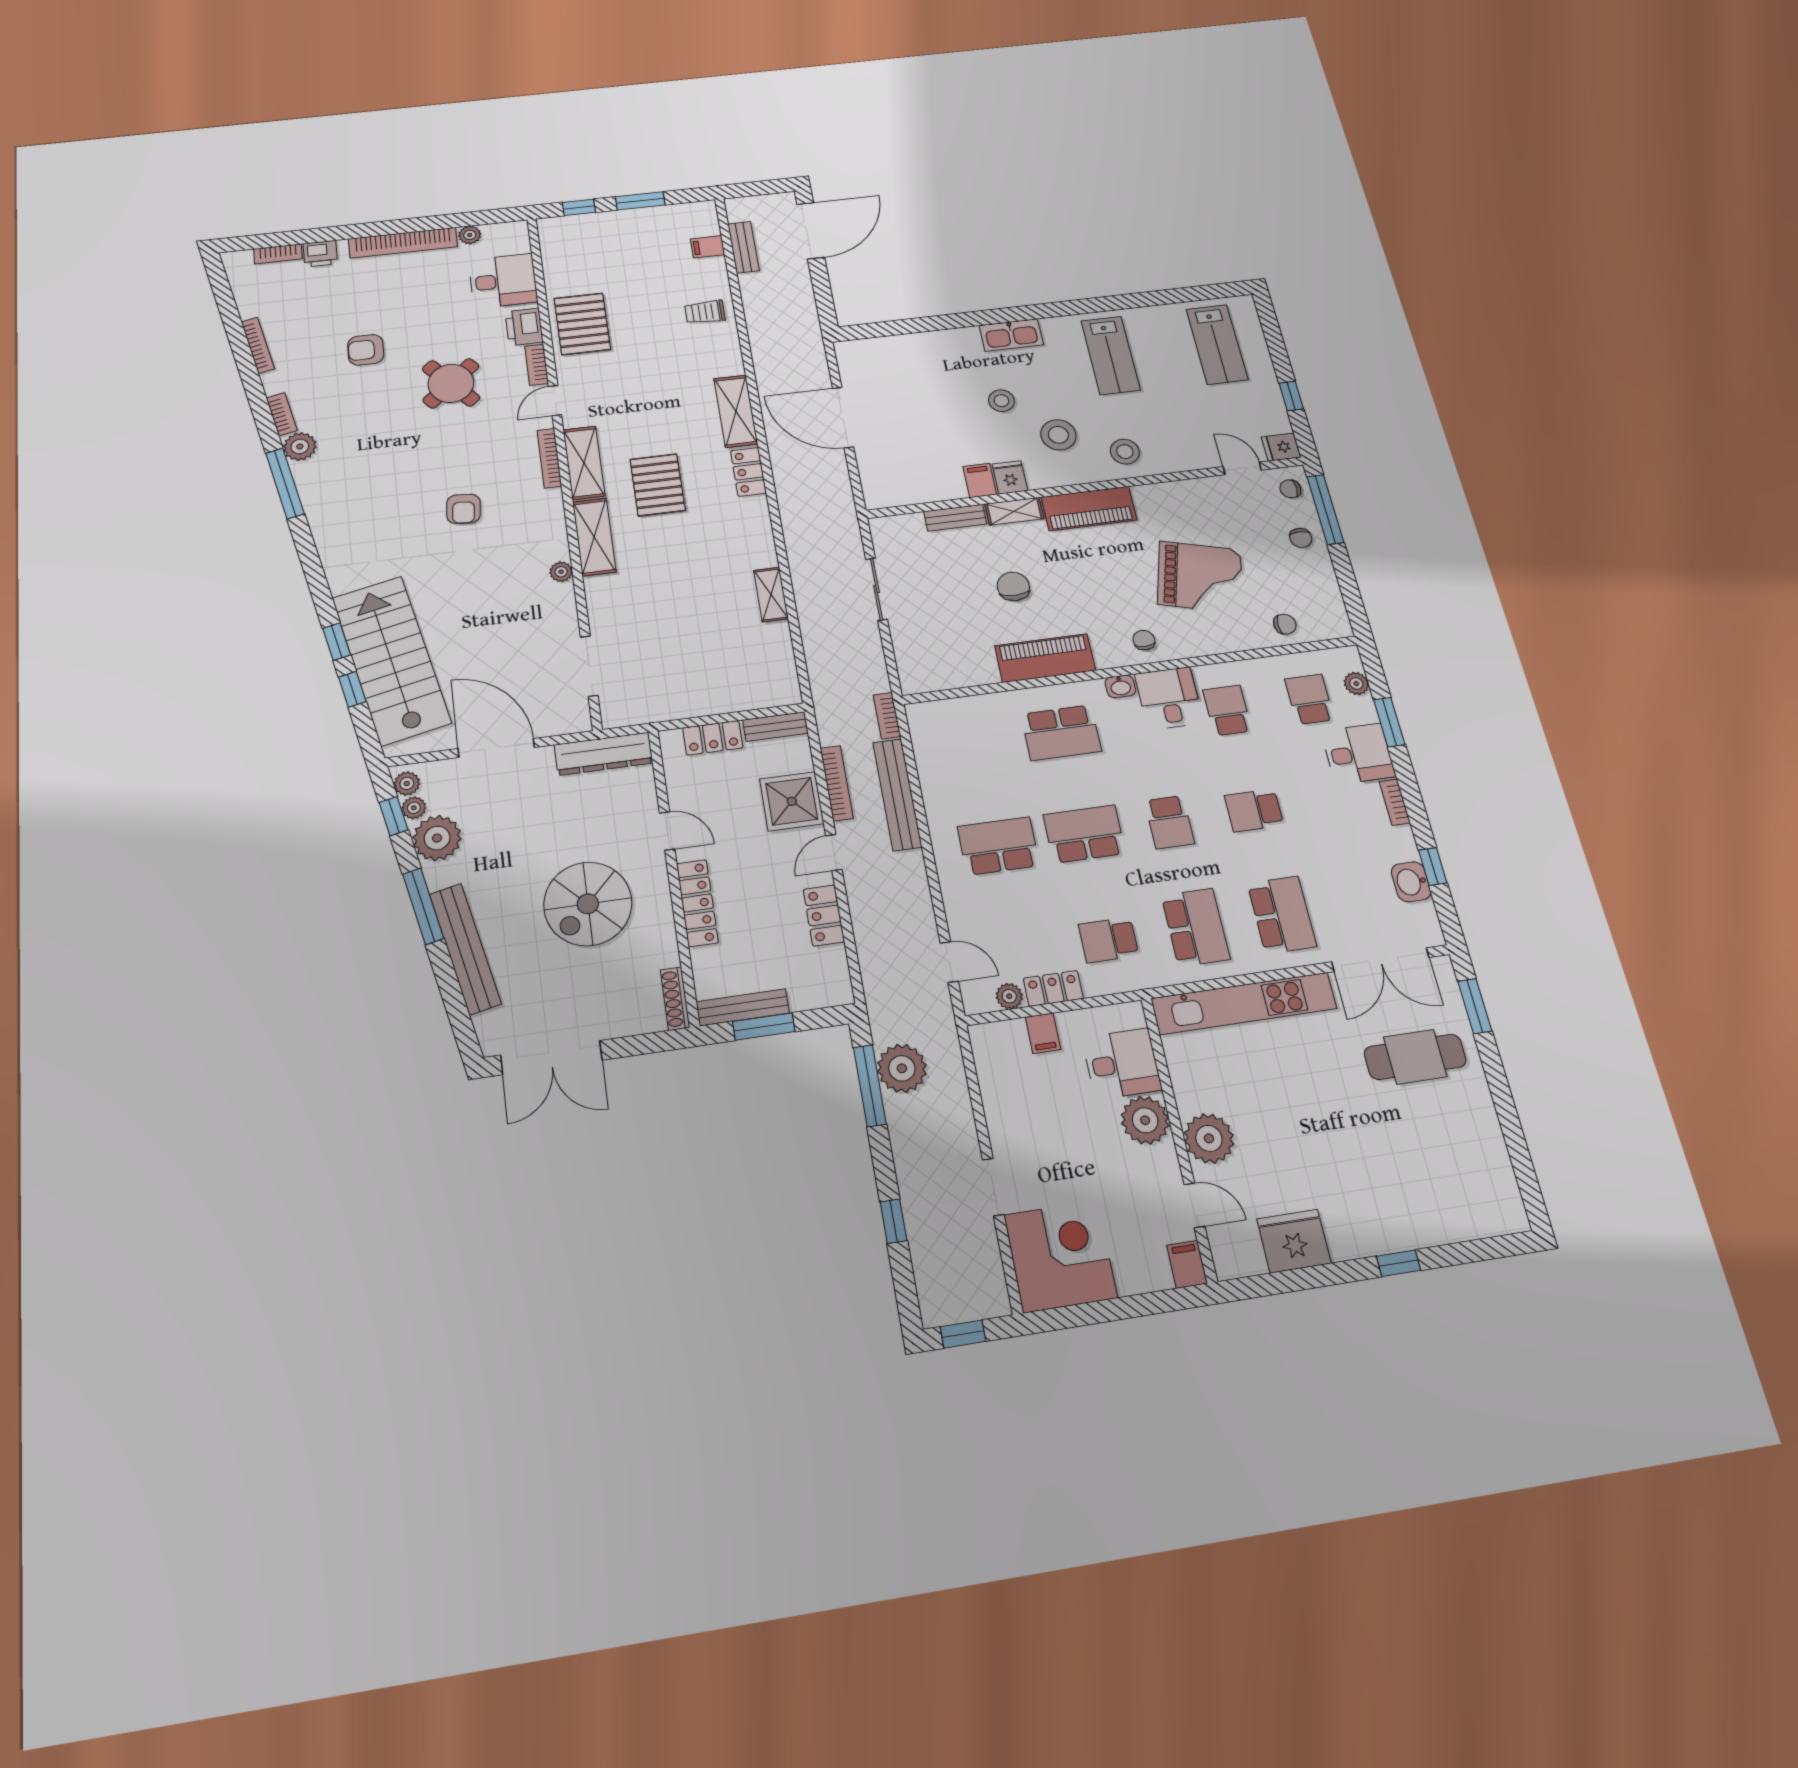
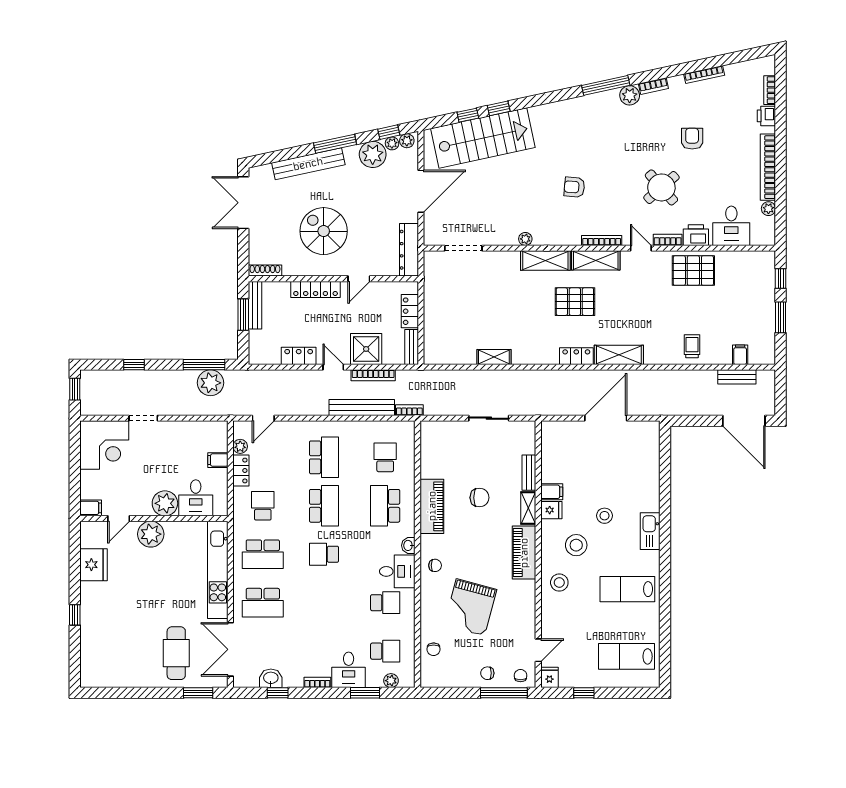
school desk: (1254, 810) -> (385, 457), moved

